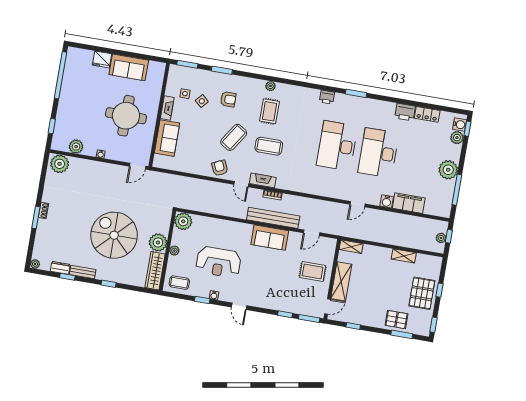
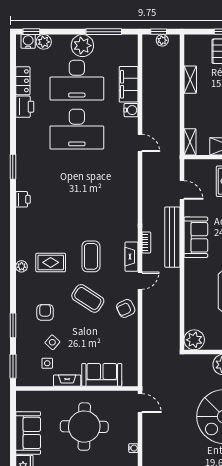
desk: (337, 146) -> (77, 80), moved

